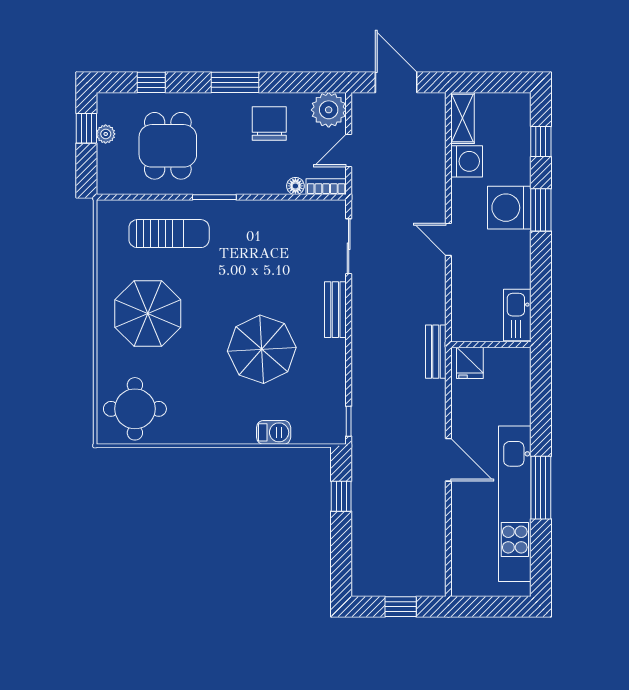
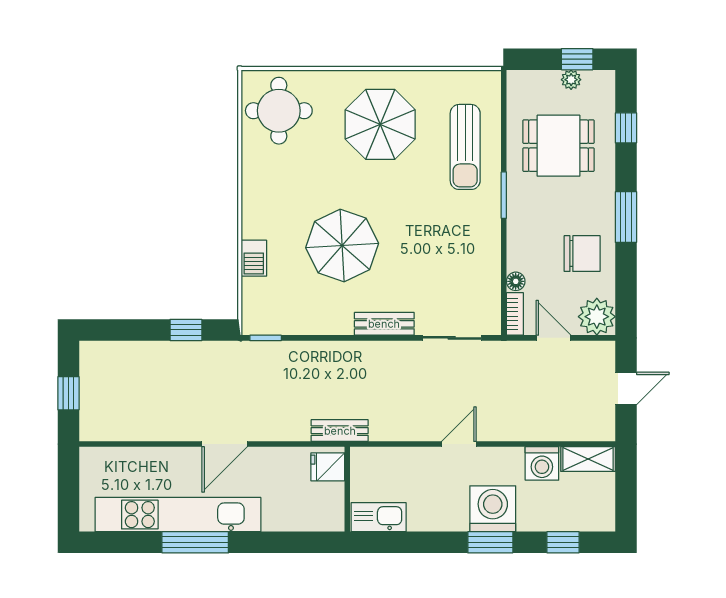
door: (396, 82) -> (626, 388), width x0.73

